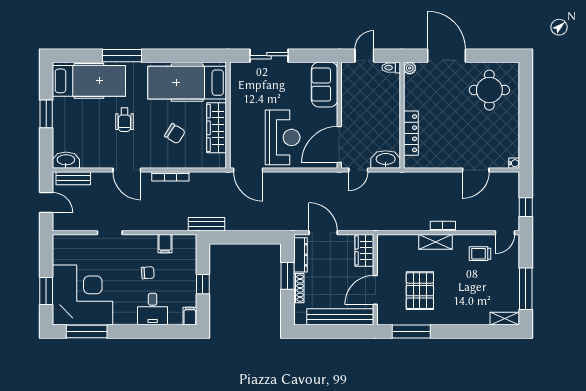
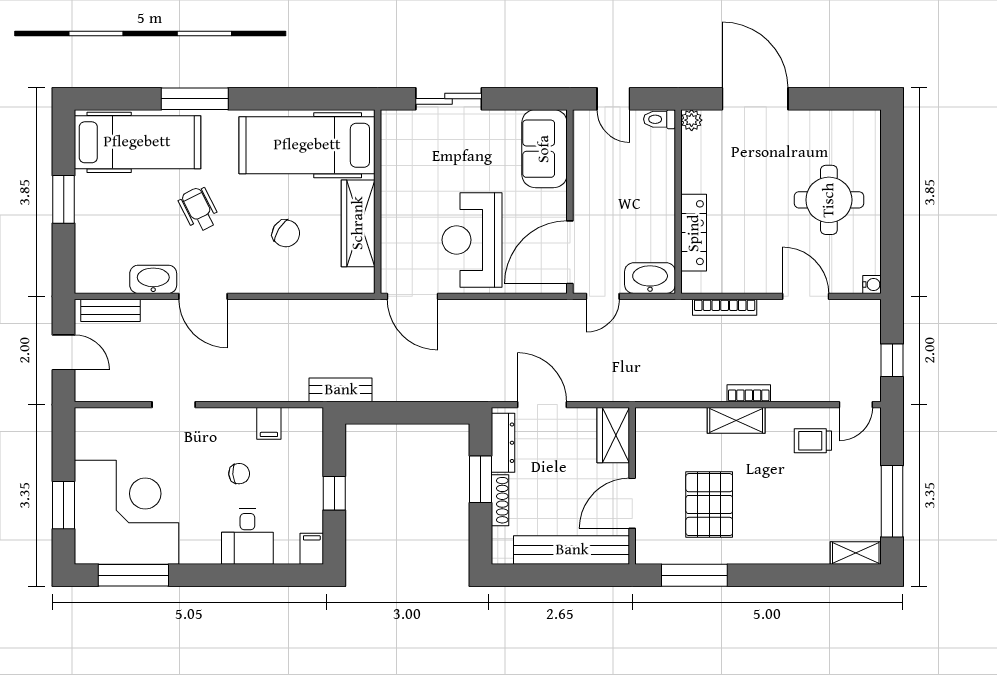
door: (364, 56) -> (613, 99), swing flipped
round table: (489, 90) -> (829, 200), moved
wheelchair: (125, 120) -> (199, 209), turned 153
reception desk: (283, 137) -> (472, 240), turned 180
washbasin: (66, 160) -> (153, 279), moved
door: (476, 170) -> (806, 296), swing flipped
bookcase: (170, 176) -> (725, 307), moved

